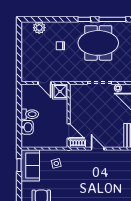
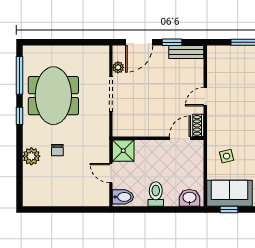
plant: (39, 28) -> (31, 156), moved
door: (44, 83) -> (111, 173), swing flipped
bidet: (28, 91) -> (123, 197), added
washbasin: (27, 127) -> (189, 198), moved

